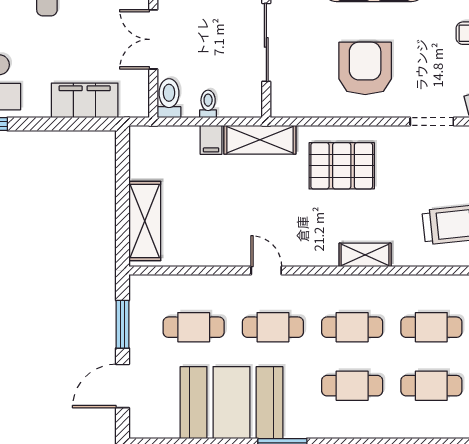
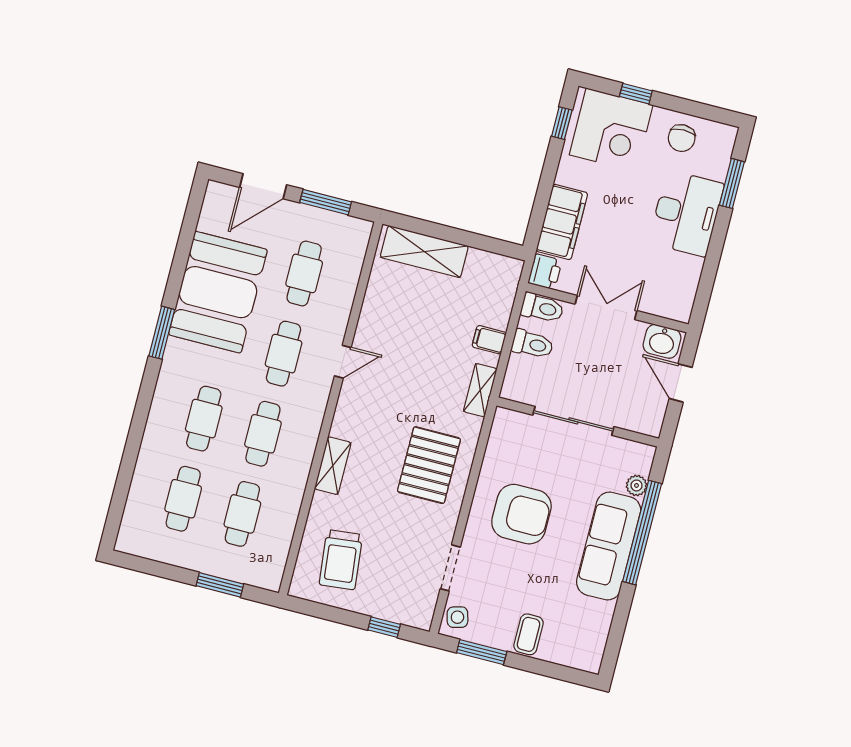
printer: (135, 104) -> (545, 272), added
toilet: (208, 104) -> (532, 344), width x1.37, depth x1.39
shelving: (260, 140) -> (480, 390), width x0.67, depth x0.75
door: (123, 386) -> (263, 186), swing flipped

